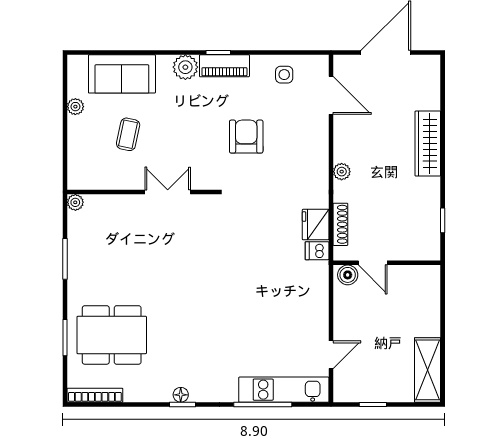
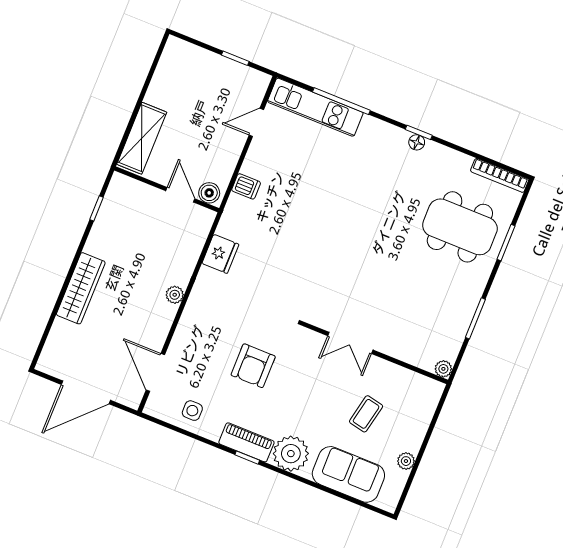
plant: (185, 67) -> (291, 454), width x1.36, depth x1.36
shoe rack: (340, 224) -> (196, 244), removed
dishwasher: (317, 251) -> (246, 186), moved
shelving: (428, 370) -> (142, 138), moved

